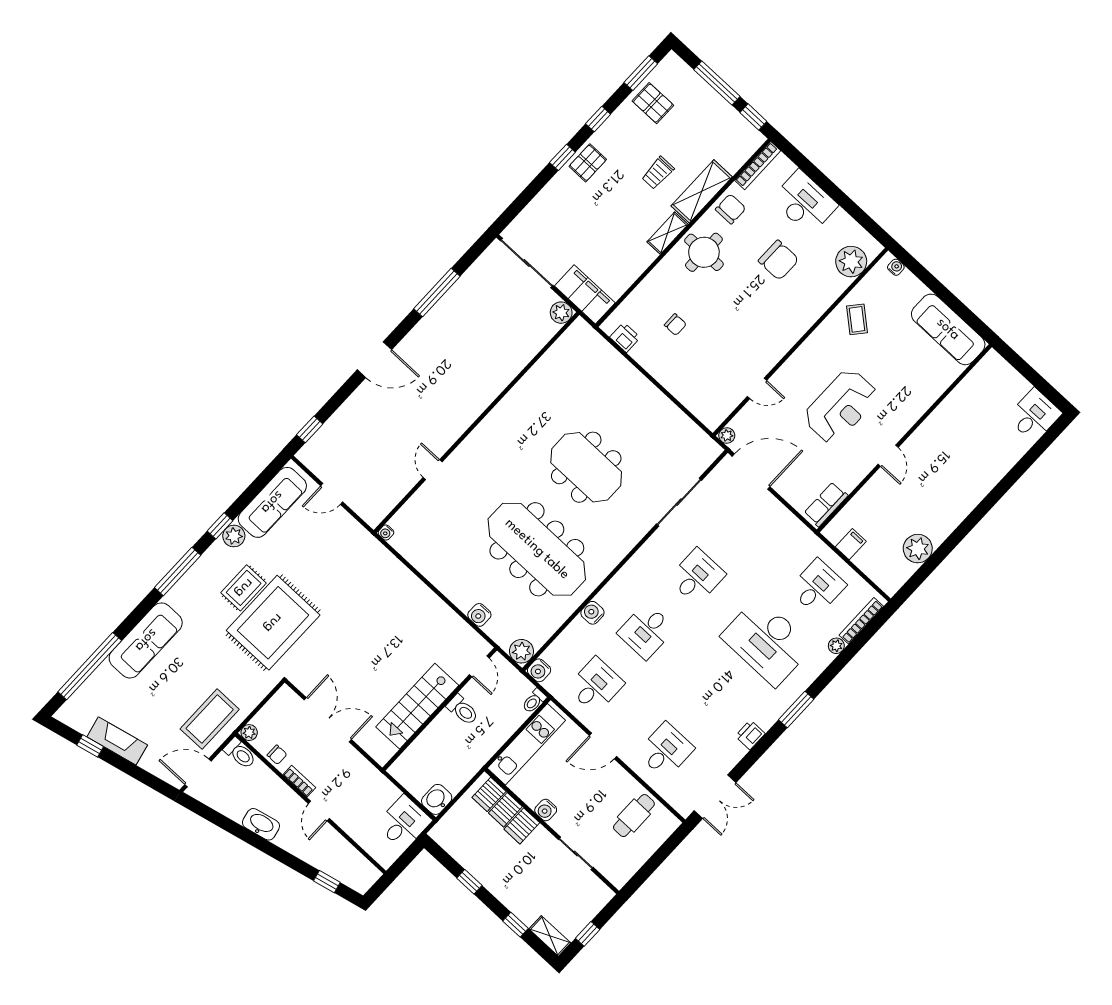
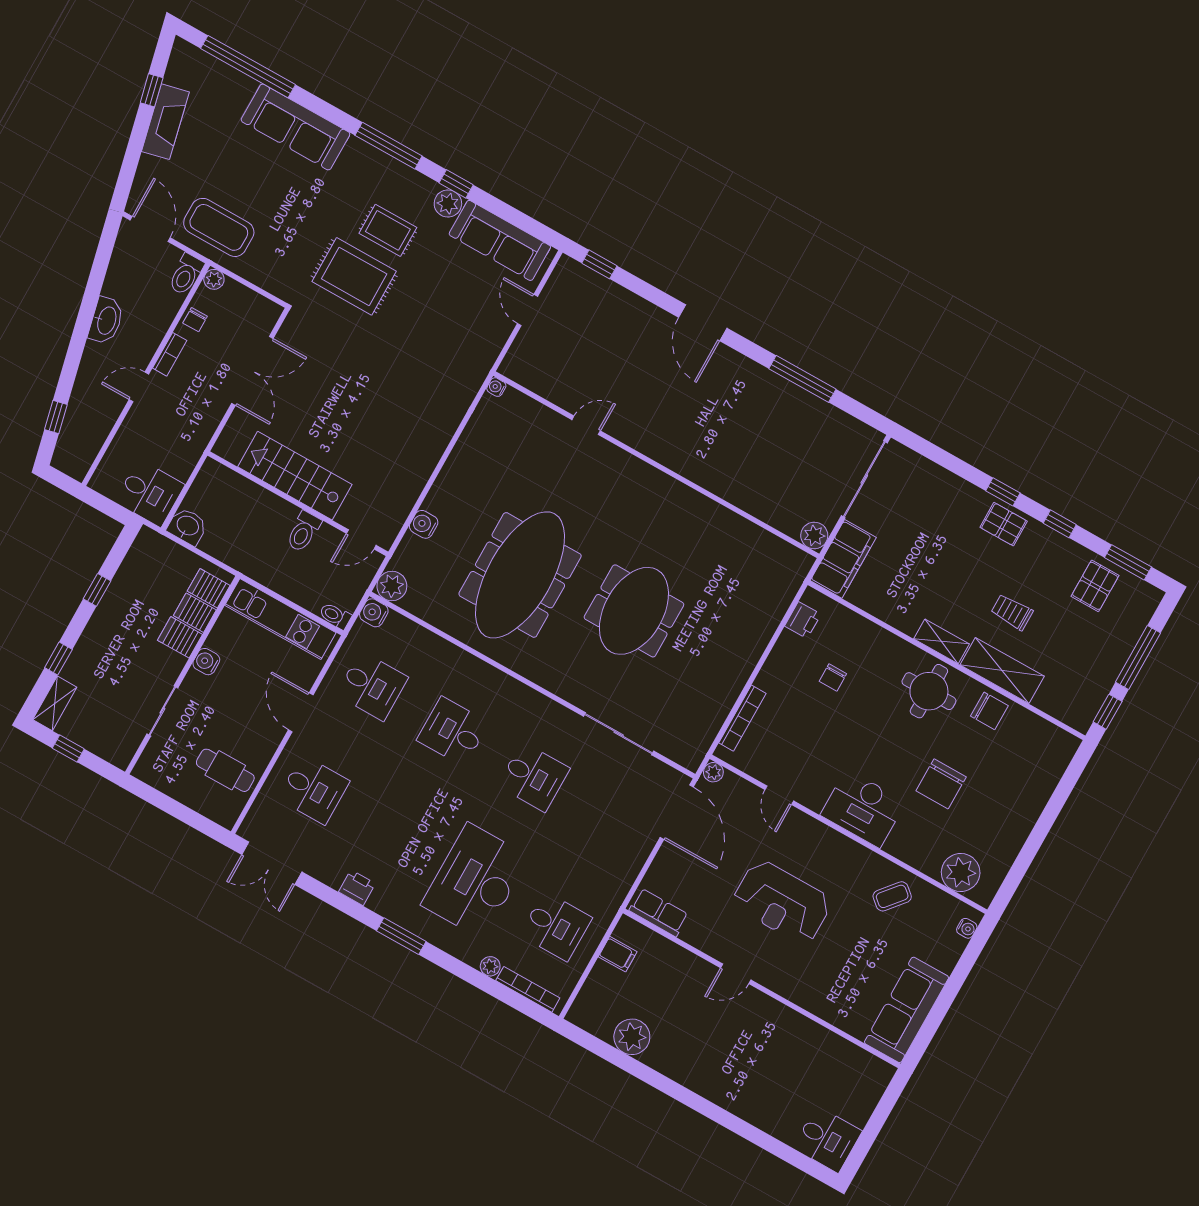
bookcase: (758, 166) -> (742, 718), moved, turned -90
desk: (804, 202) -> (863, 808), moved, turned 90
water cooler: (592, 613) -> (459, 661), removed
rug: (273, 623) -> (354, 276), width x0.73, depth x0.69

